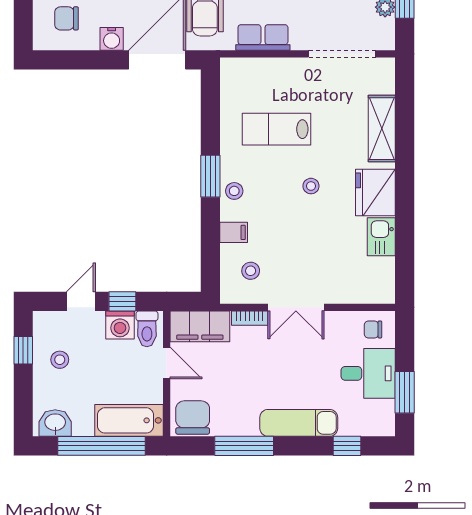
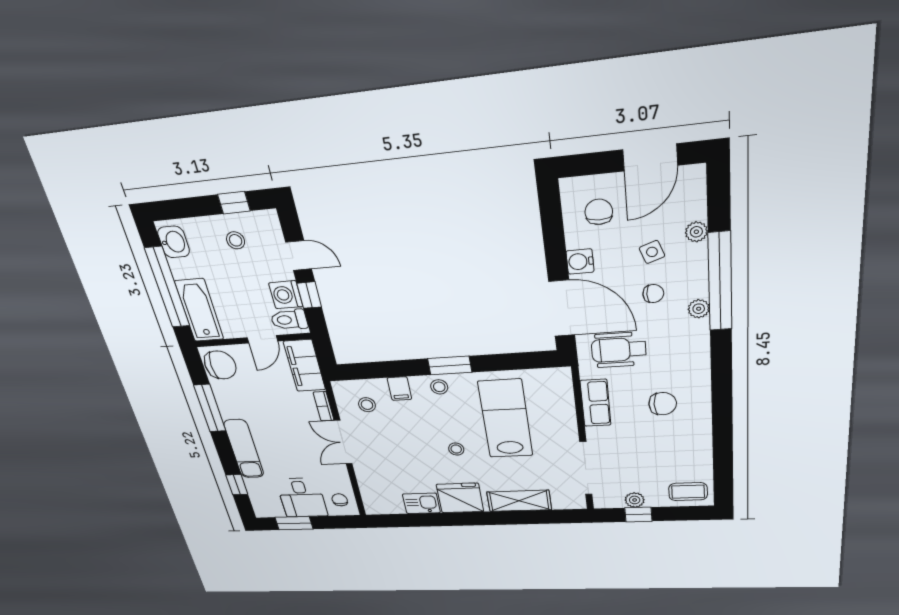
lab bench: (276, 129) -> (505, 419), width x1.36, depth x1.39

